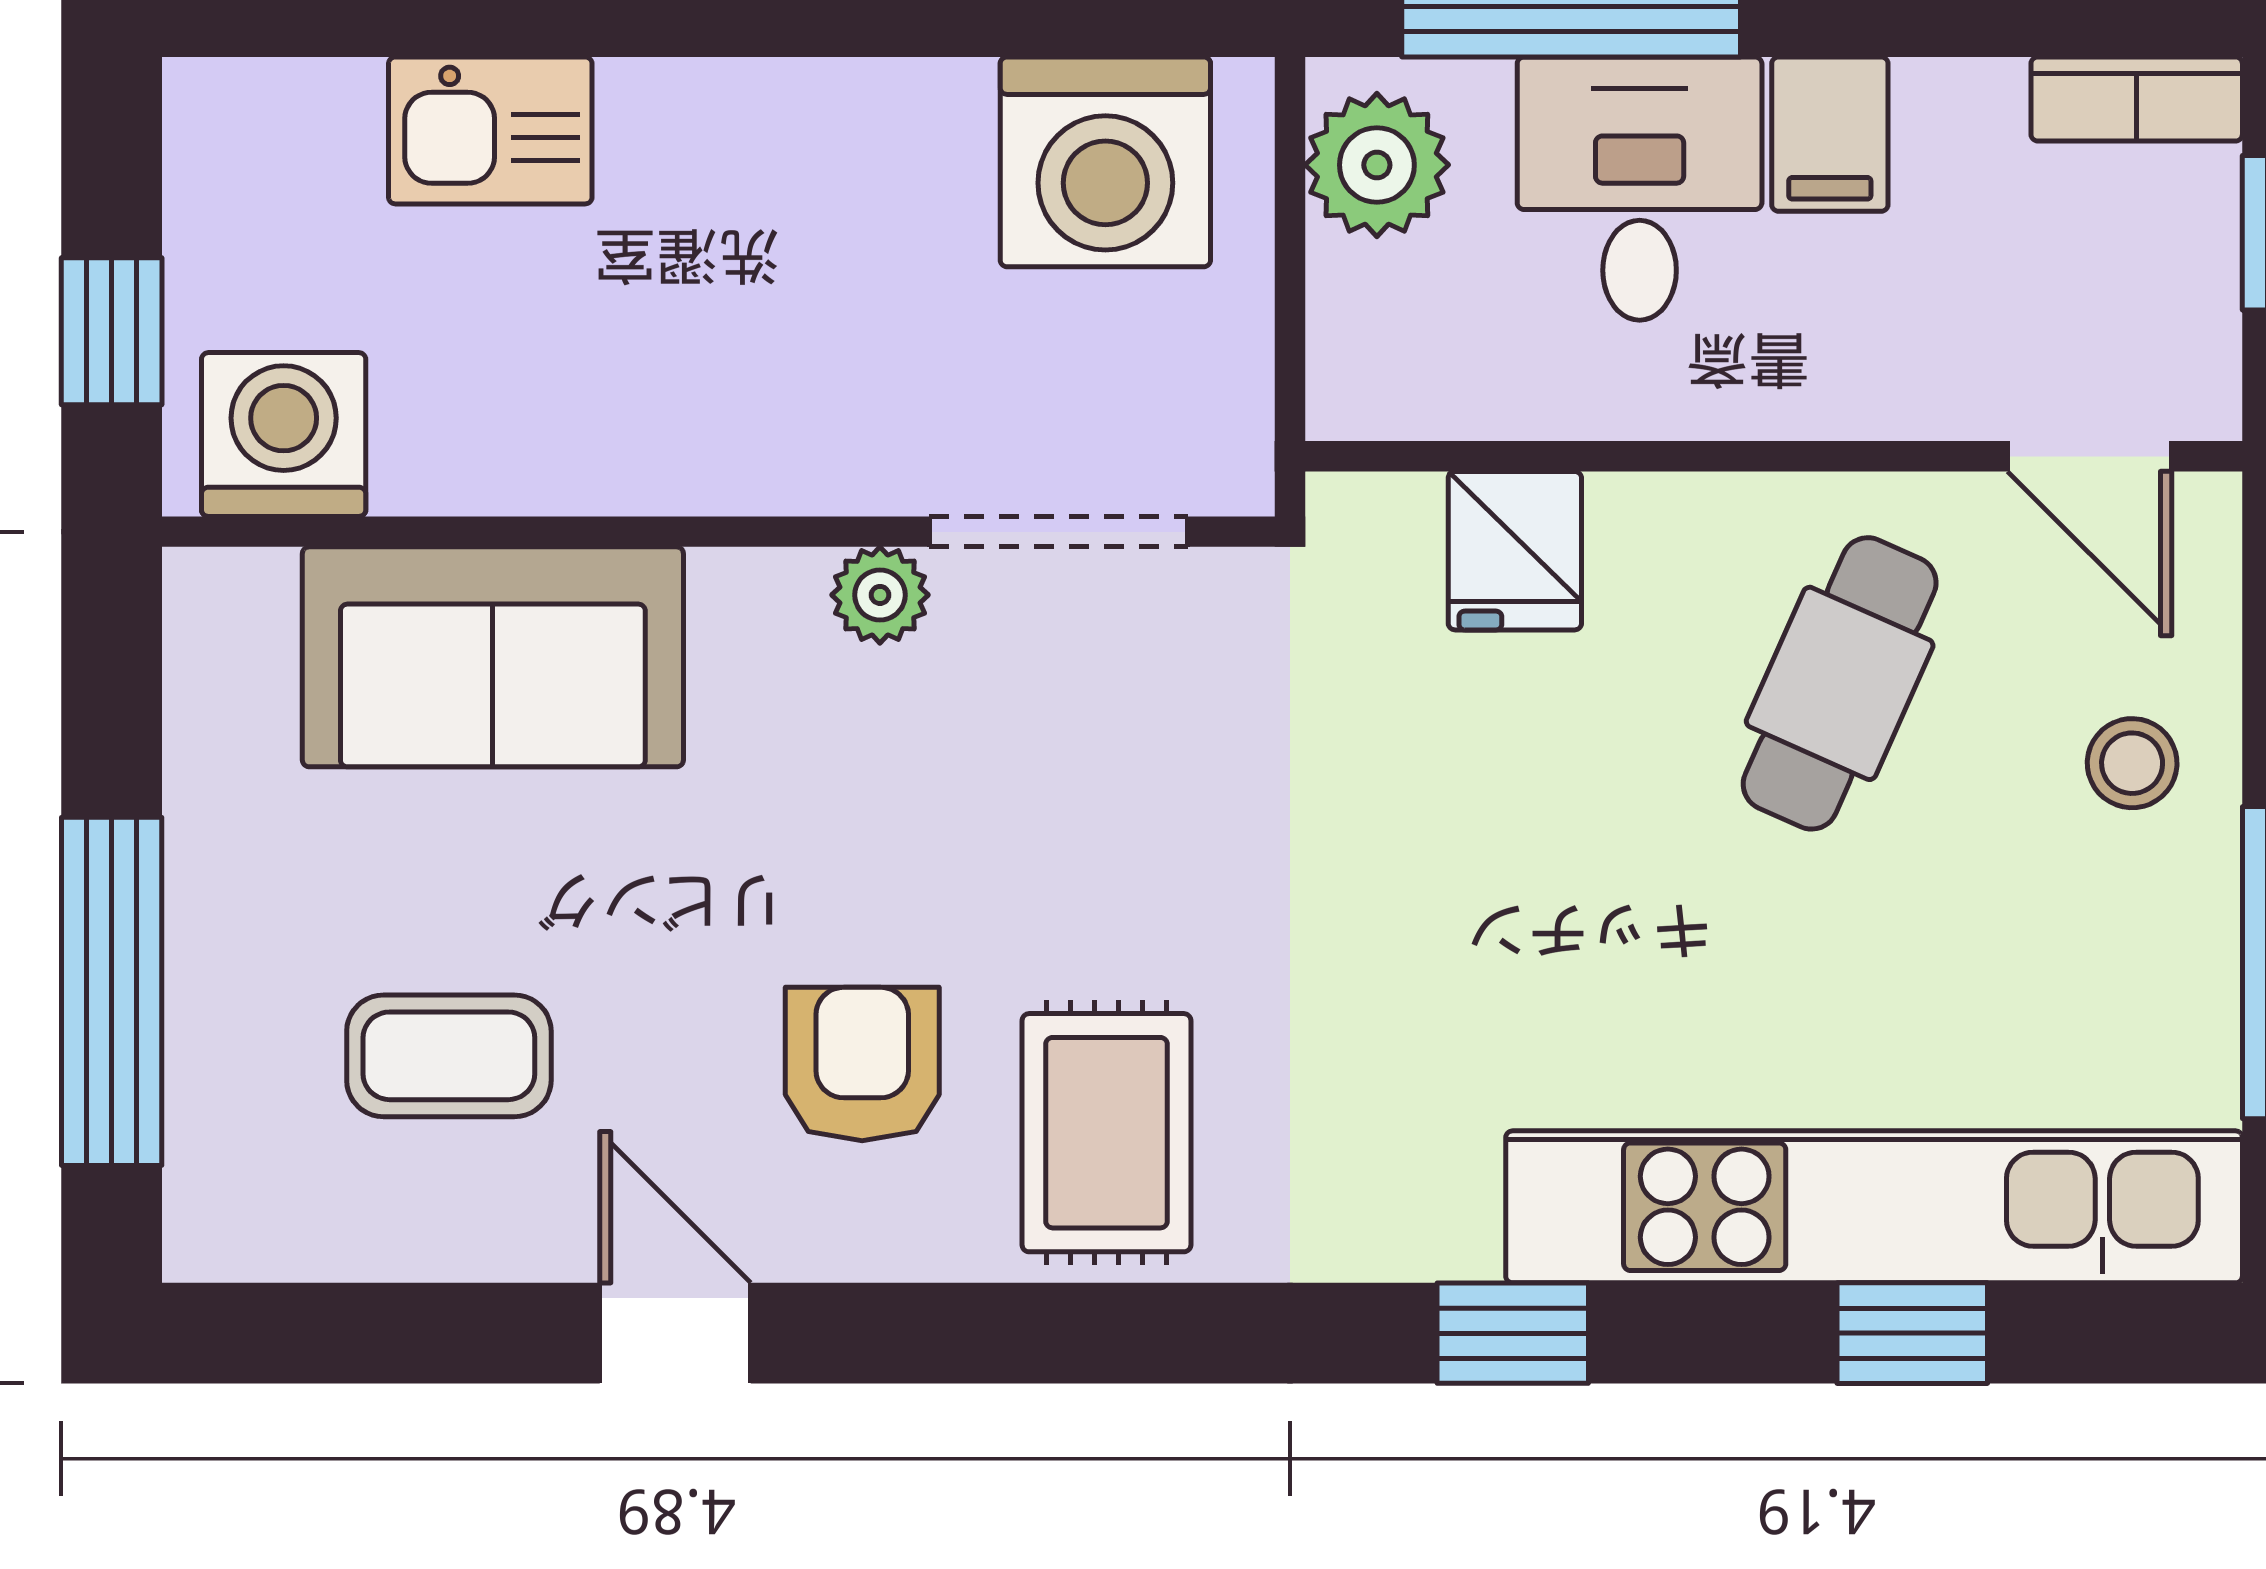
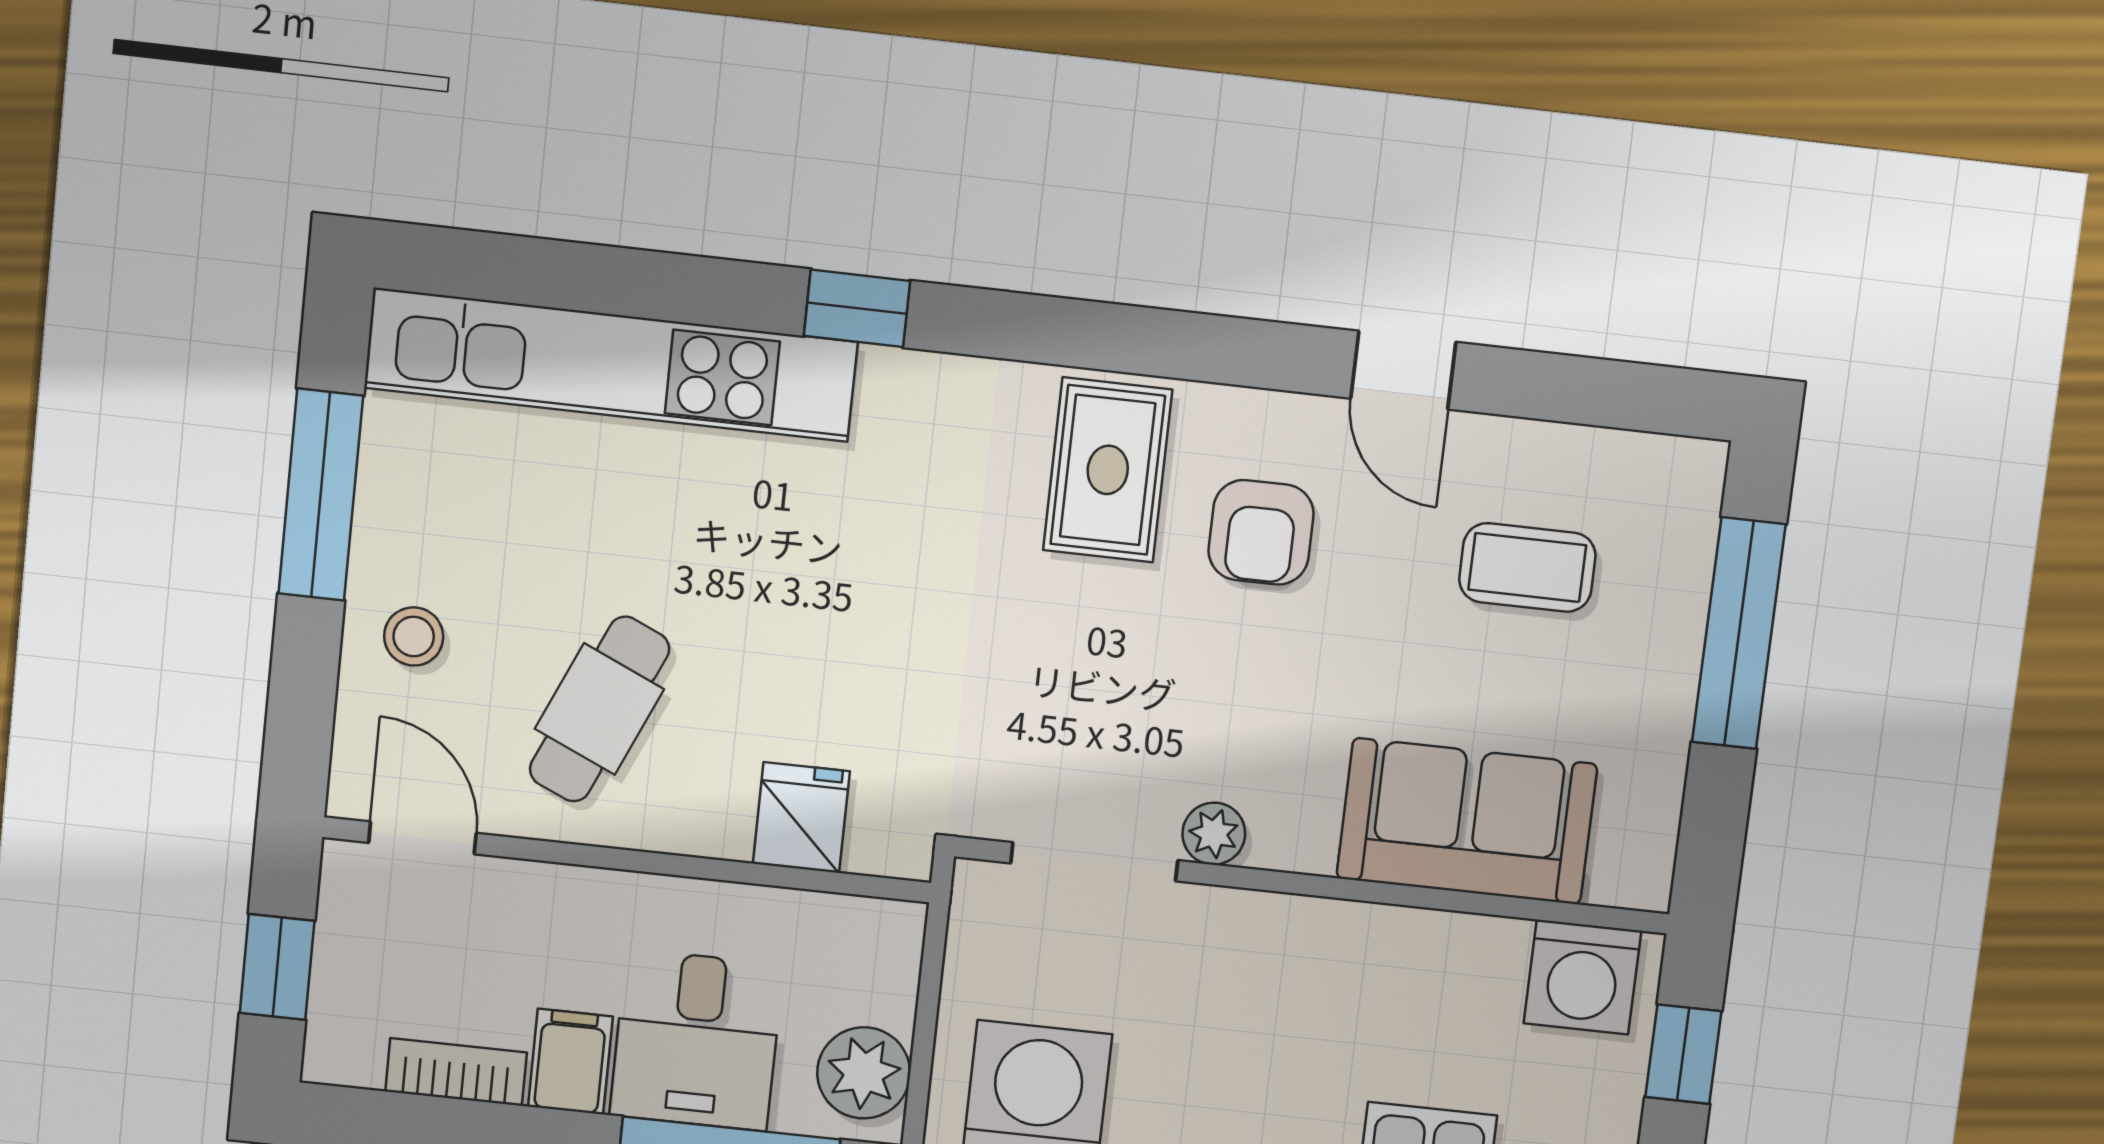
bookcase: (2137, 99) -> (456, 1072), moved
window: (1912, 1333) -> (594, 279), removed

